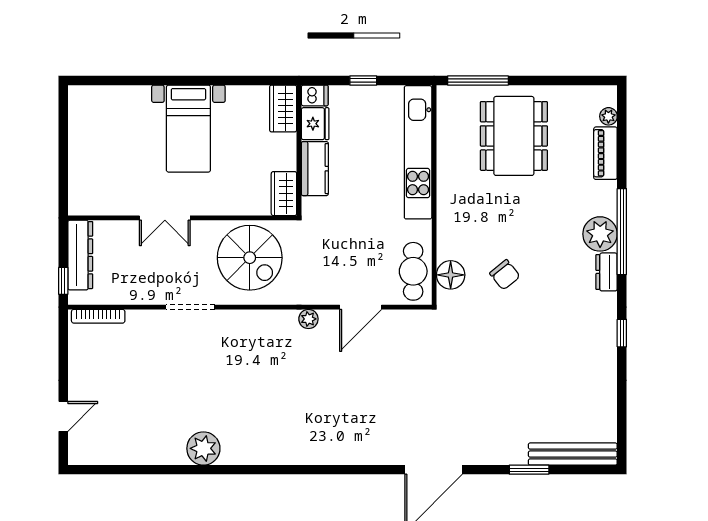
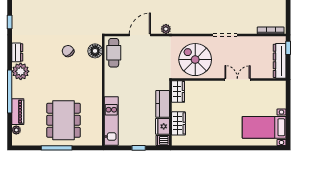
window: (478, 80) -> (57, 148), moved
wardrobe: (283, 109) -> (178, 123), moved
bed with nightstands: (188, 129) -> (264, 127), moved, turned -90
kitchen unit: (418, 152) -> (111, 121), width x0.73
window: (622, 232) -> (10, 91), moved

